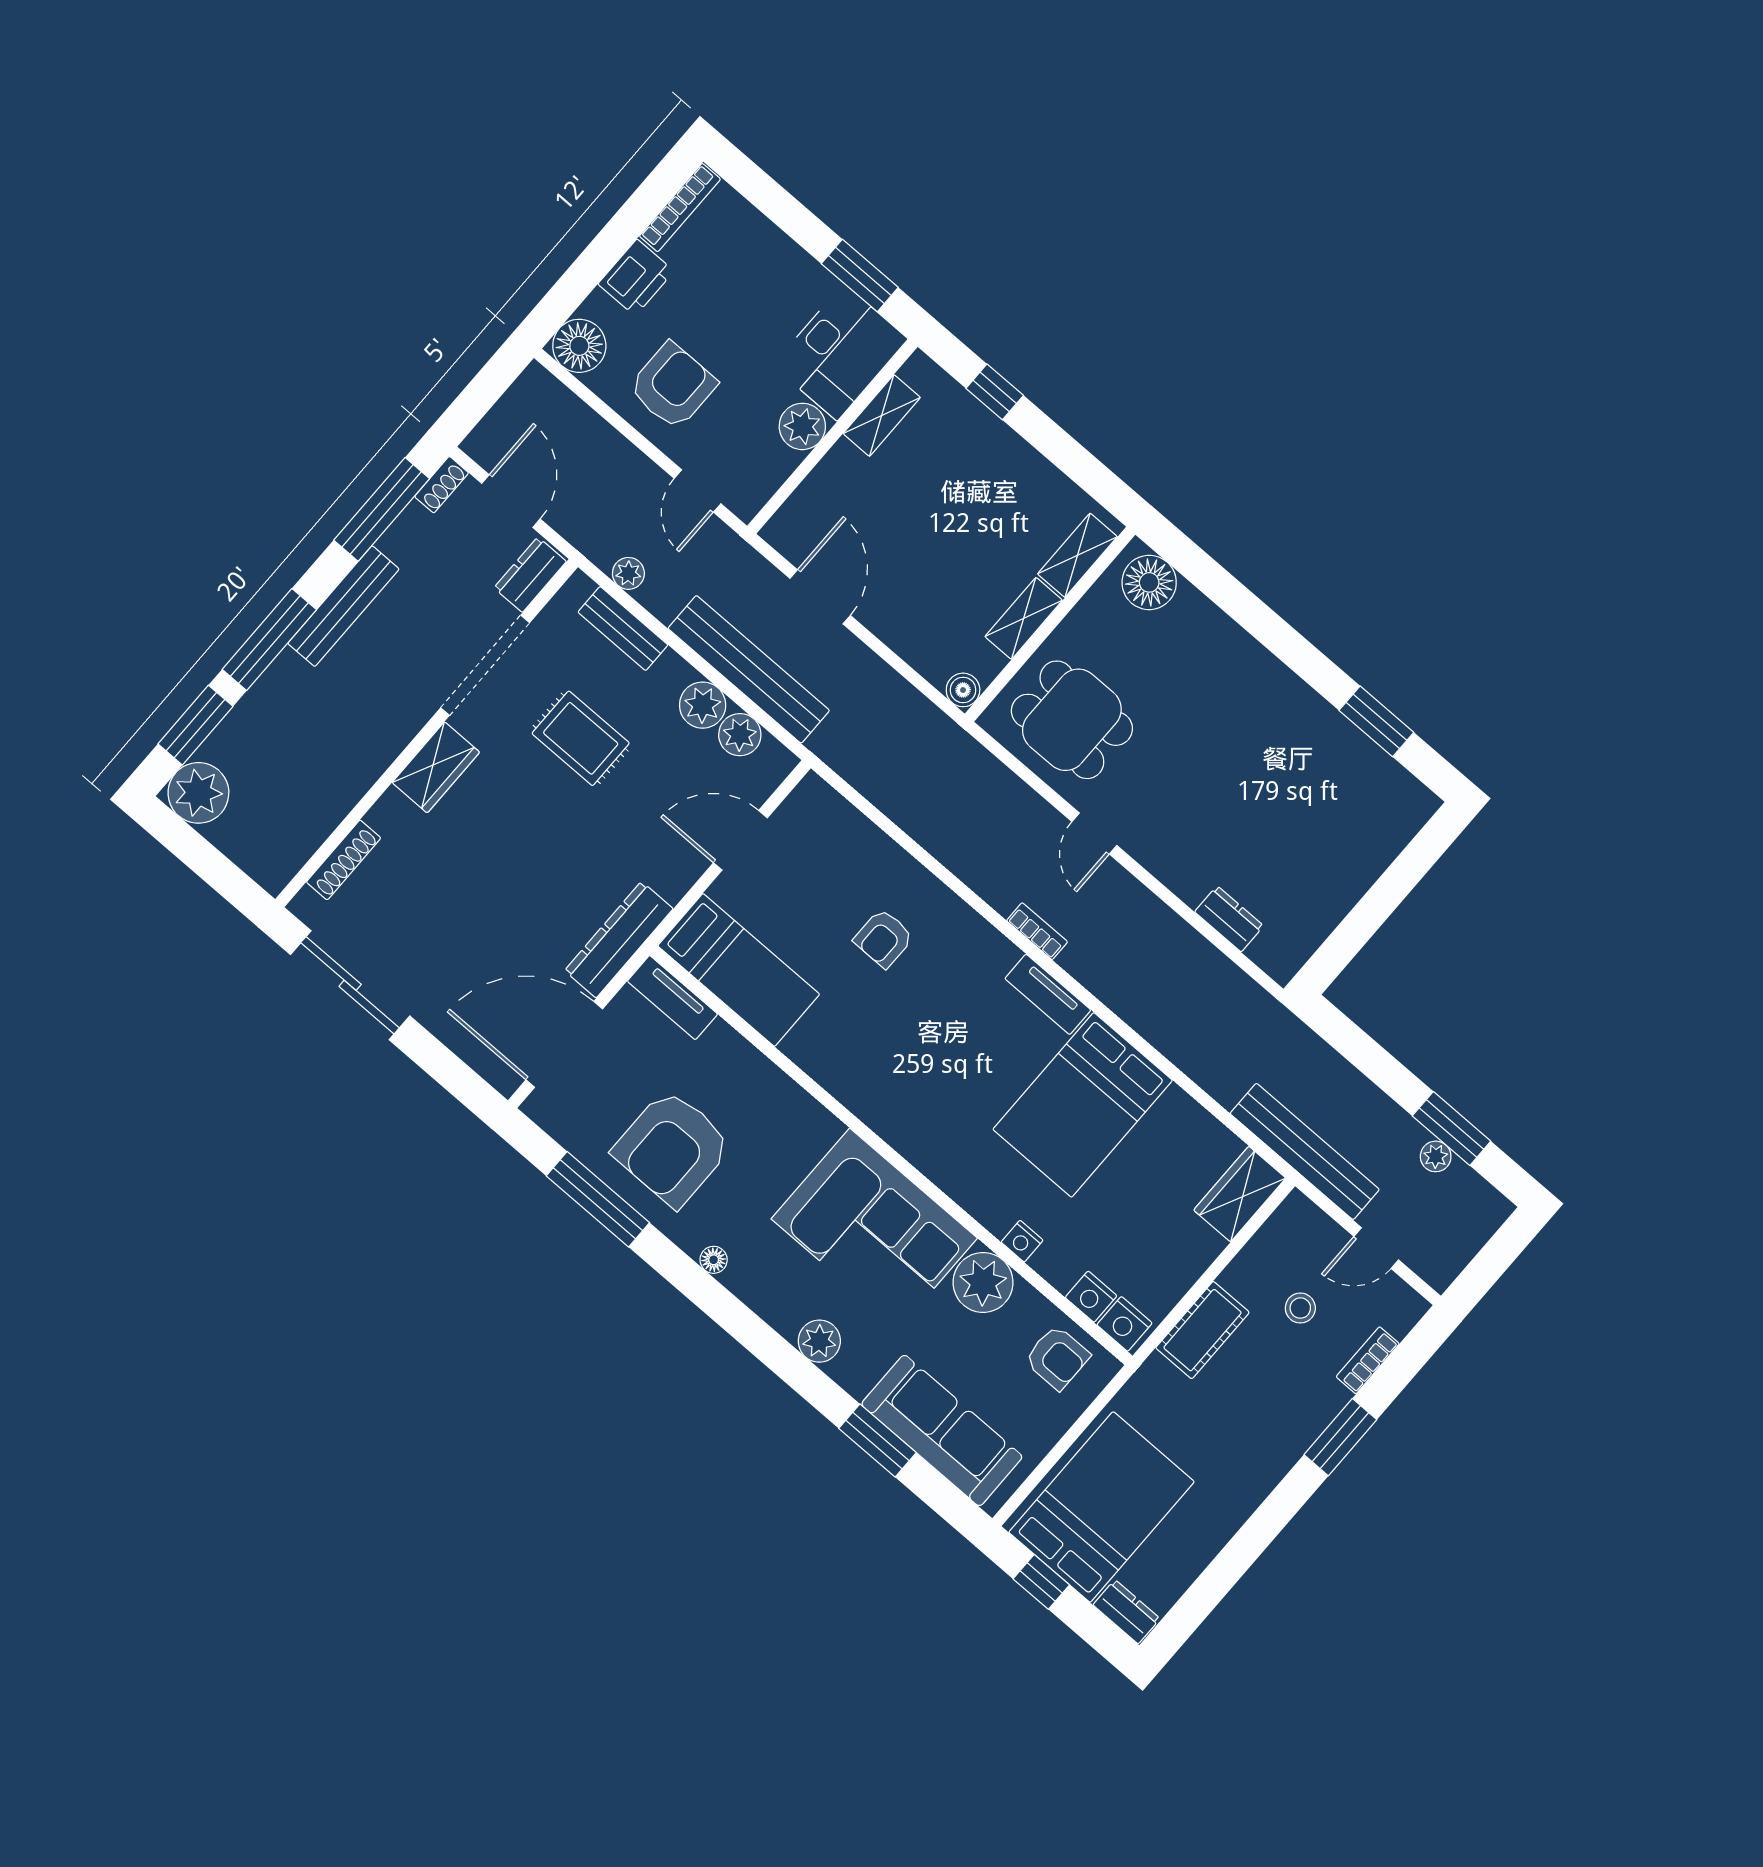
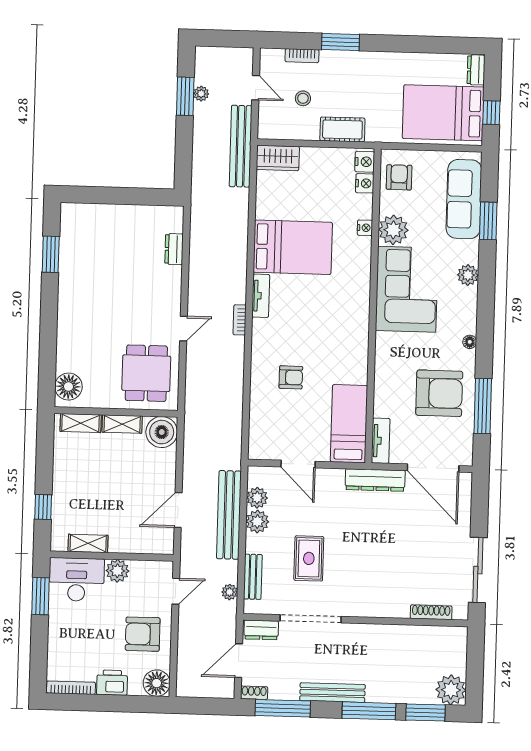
boiler: (963, 690) -> (162, 432), width x1.86, depth x1.86
wardrobe: (436, 767) -> (366, 606), removed

